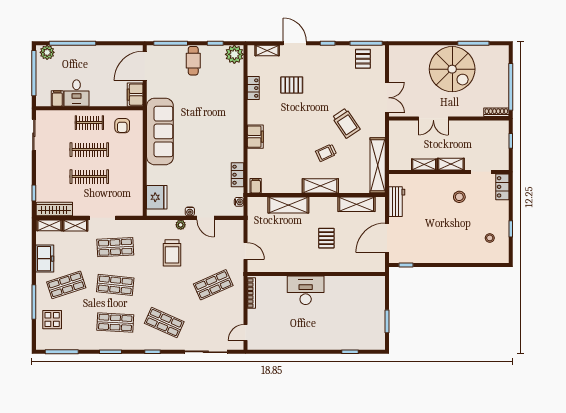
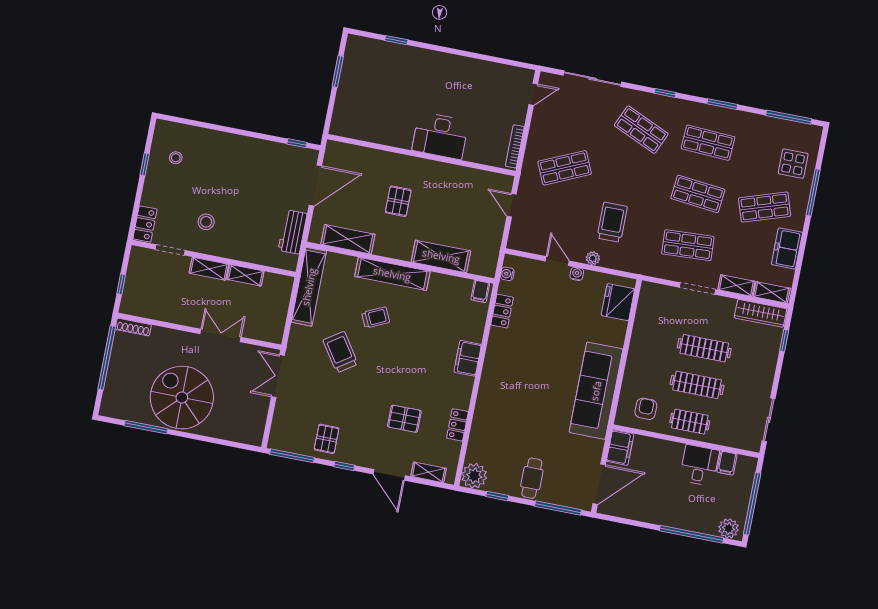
pallet: (363, 59) -> (327, 439), moved
shelving: (320, 186) -> (392, 274), width x1.47

